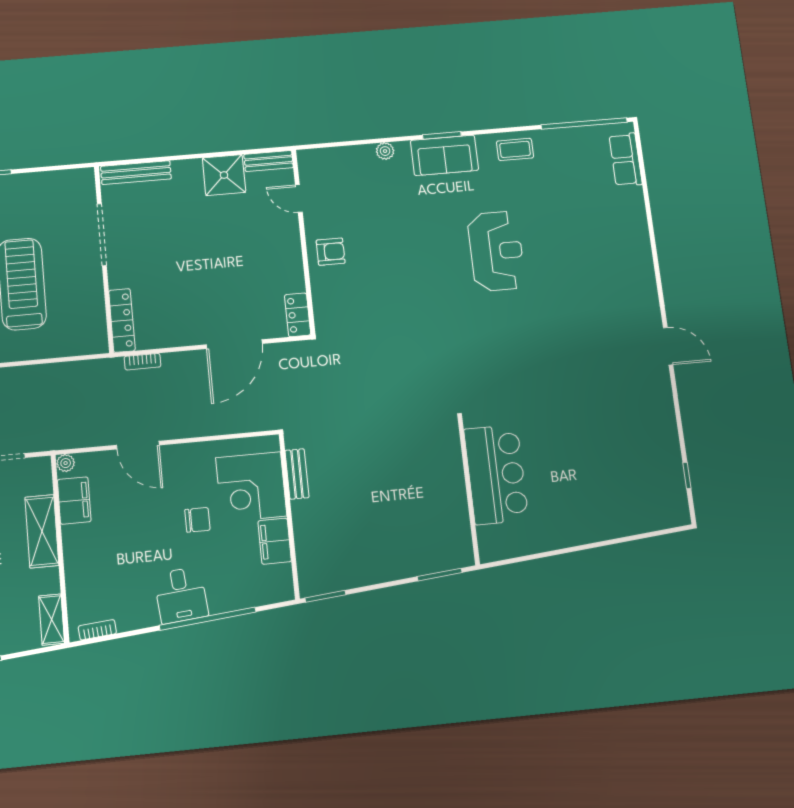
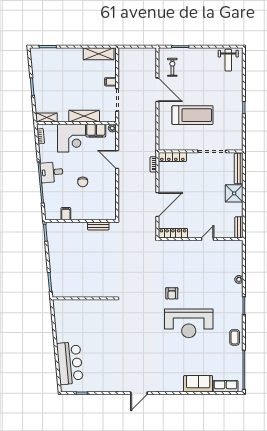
sofa: (444, 155) -> (198, 384), moved, turned 90
shower: (224, 175) -> (234, 193), moved
door: (299, 198) -> (207, 239), moved
reception desk: (496, 251) -> (189, 323), width x1.36, depth x1.30
armchair: (331, 252) -> (172, 293), moved
locker: (298, 315) -> (173, 233), width x1.53
door: (234, 344) -> (157, 205), swing flipped
door: (138, 445) -> (117, 159), hinge flipped
bar counter: (496, 474) -> (70, 363), moved, turned -95
corner desk: (251, 487) -> (71, 138), moved, turned 180
filing cabinet: (275, 541) -> (66, 214), width x0.50

